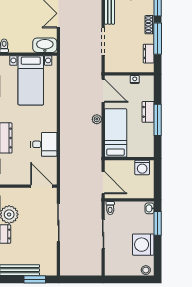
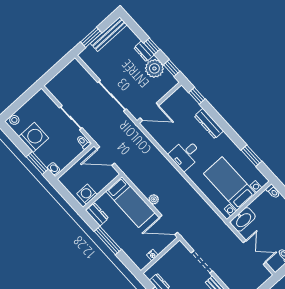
dresser: (148, 112) -> (97, 214), moved
desk: (44, 144) -> (185, 154), moved

